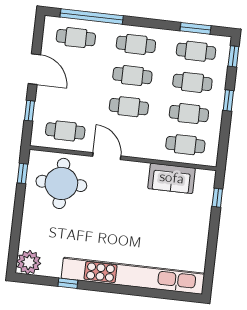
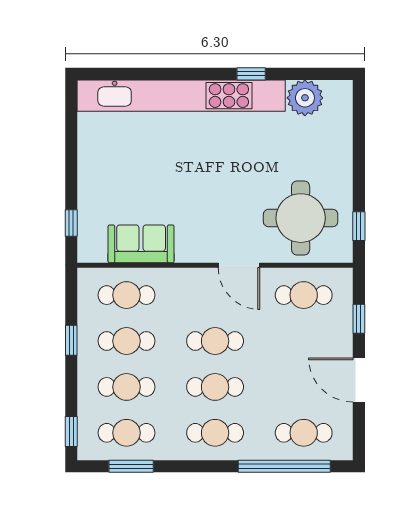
window: (228, 101) -> (71, 340), moved
plant: (29, 262) -> (305, 98), moved
window: (68, 283) -> (251, 74), moved

